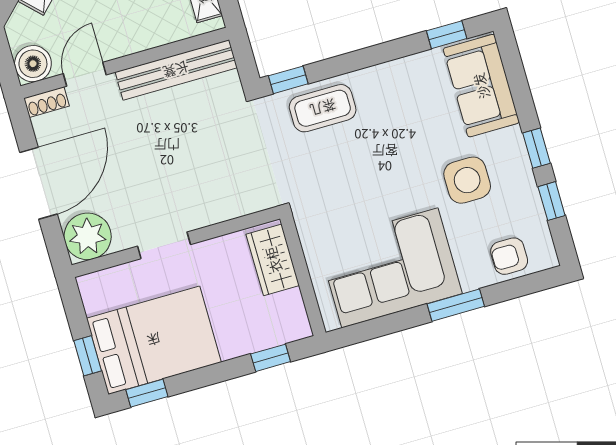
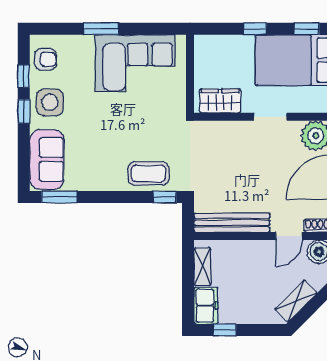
window: (447, 35) -> (59, 197), width x1.50
side table: (467, 180) -> (50, 102), moved
armchair: (509, 256) -> (46, 59), moved
wardrobe: (273, 260) -> (220, 101), moved, turned -90
window: (271, 358) -> (255, 29), moved

